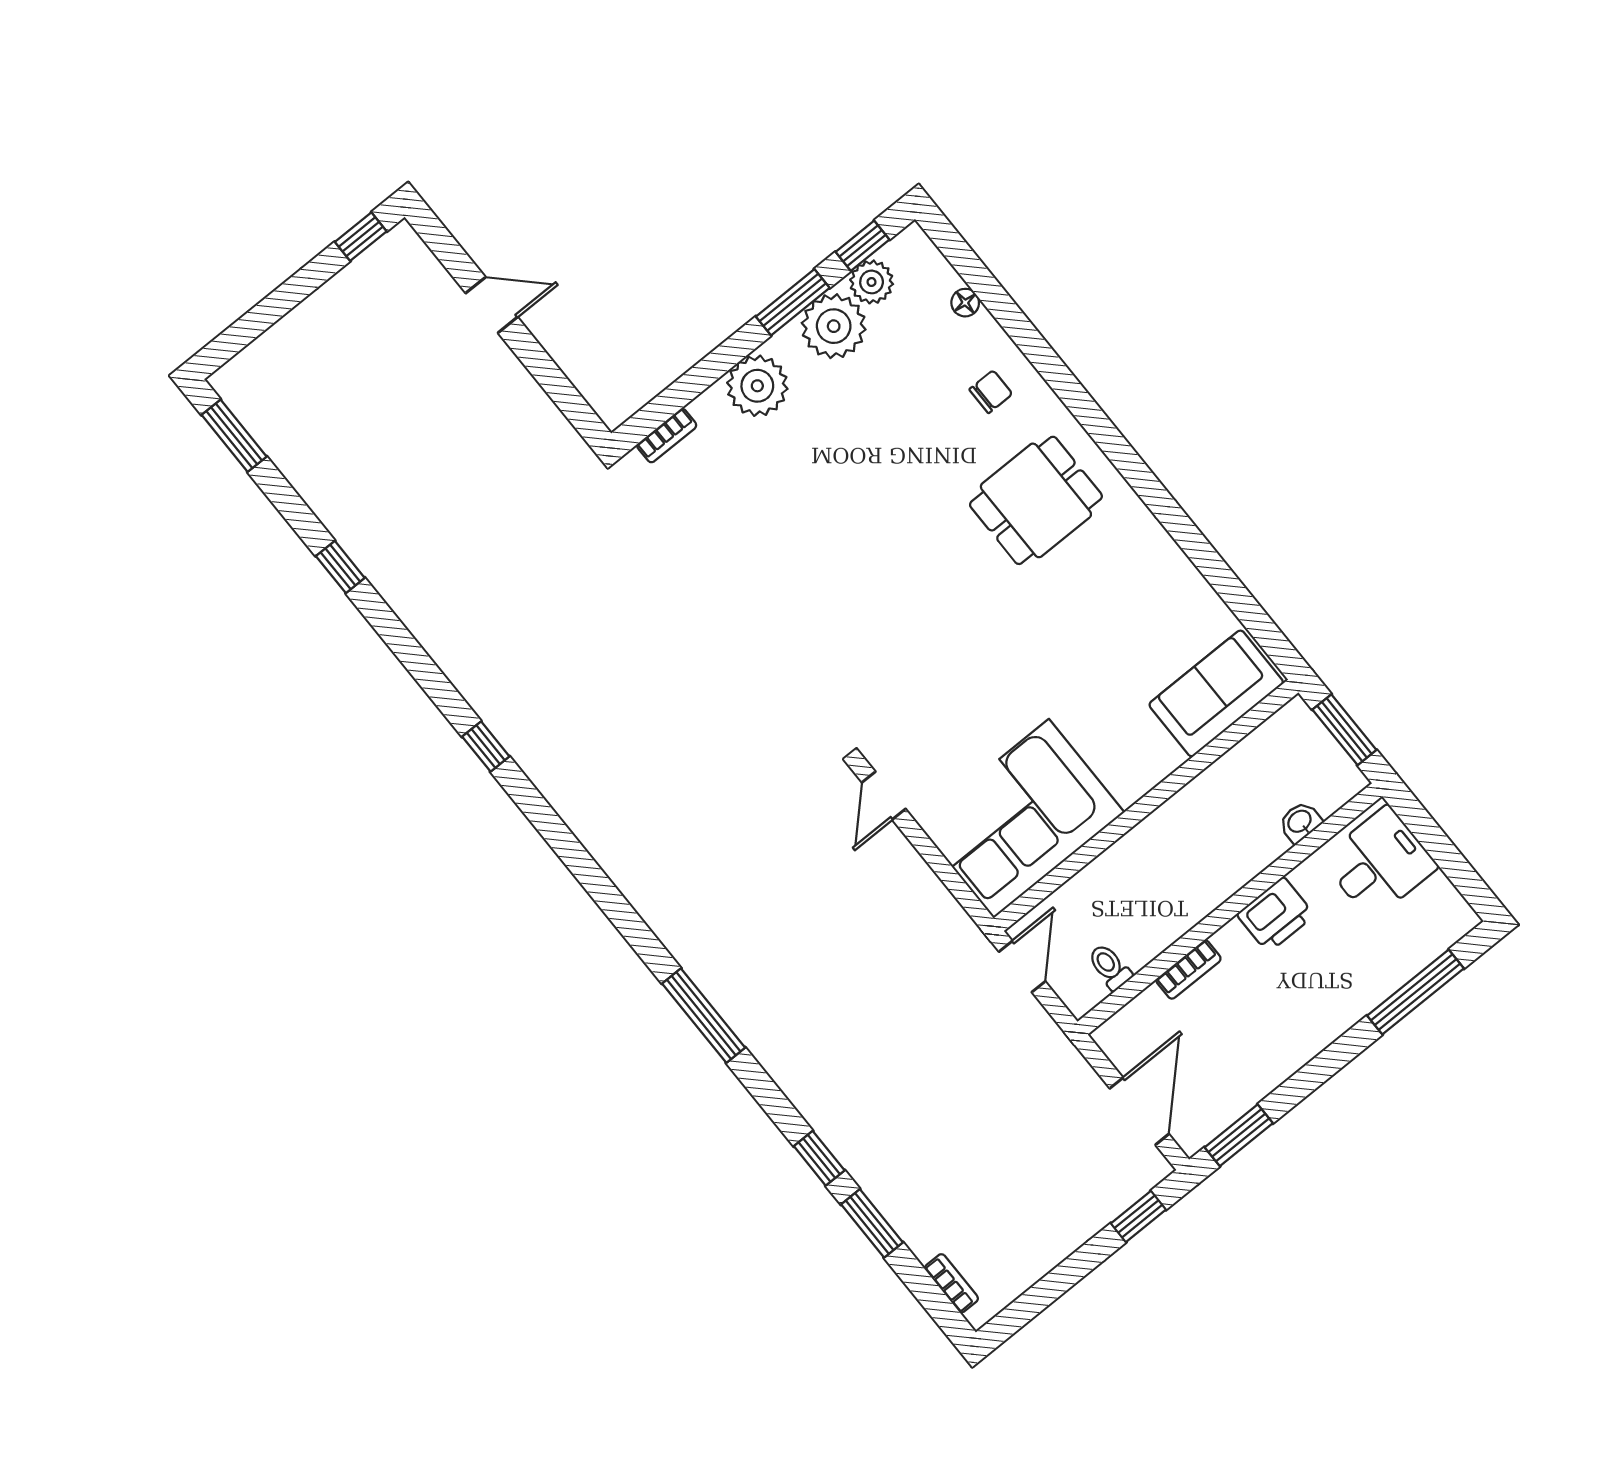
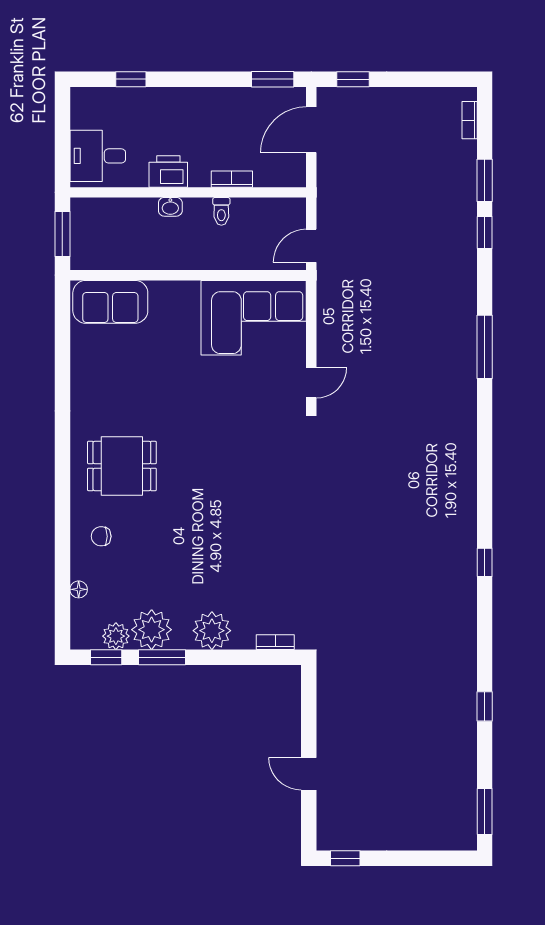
washbasin: (1300, 822) -> (170, 207), moved
toilet: (1110, 967) -> (221, 211), moved
window: (1416, 992) -> (131, 79), width x0.46

